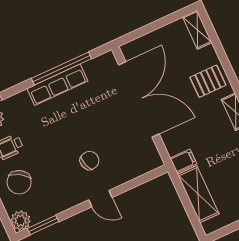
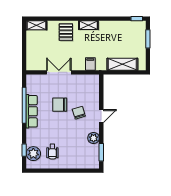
double door: (139, 99) -> (59, 72), width x0.54
filing cabinet: (183, 161) -> (90, 64), moved
chair: (19, 182) -> (60, 105), moved, turned 148
plant: (20, 221) -> (94, 138), moved

